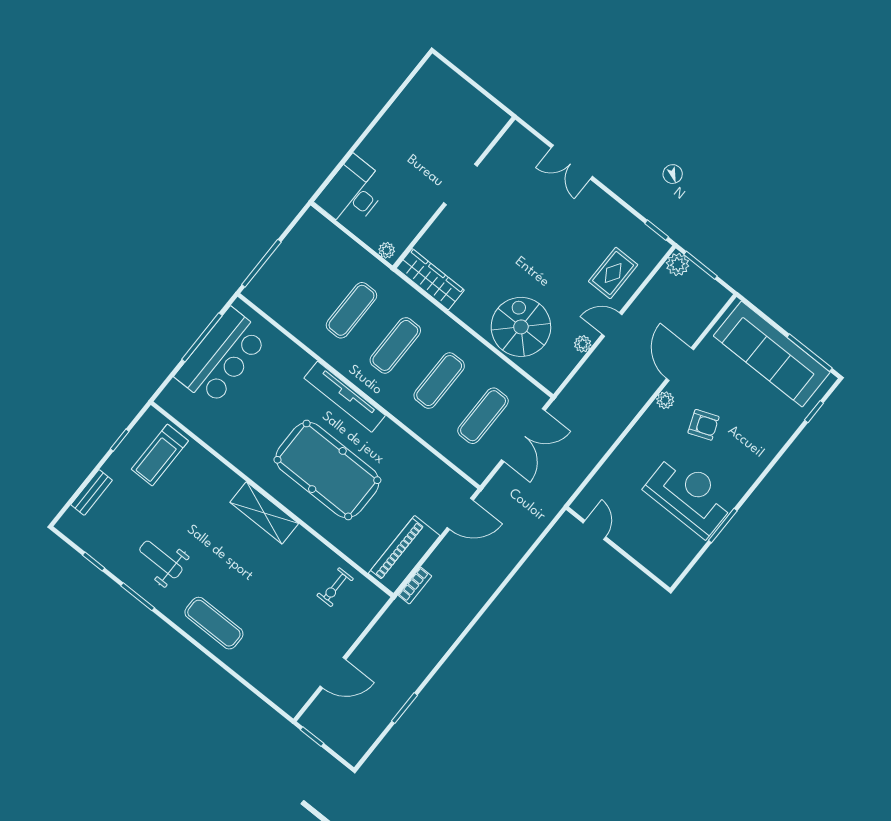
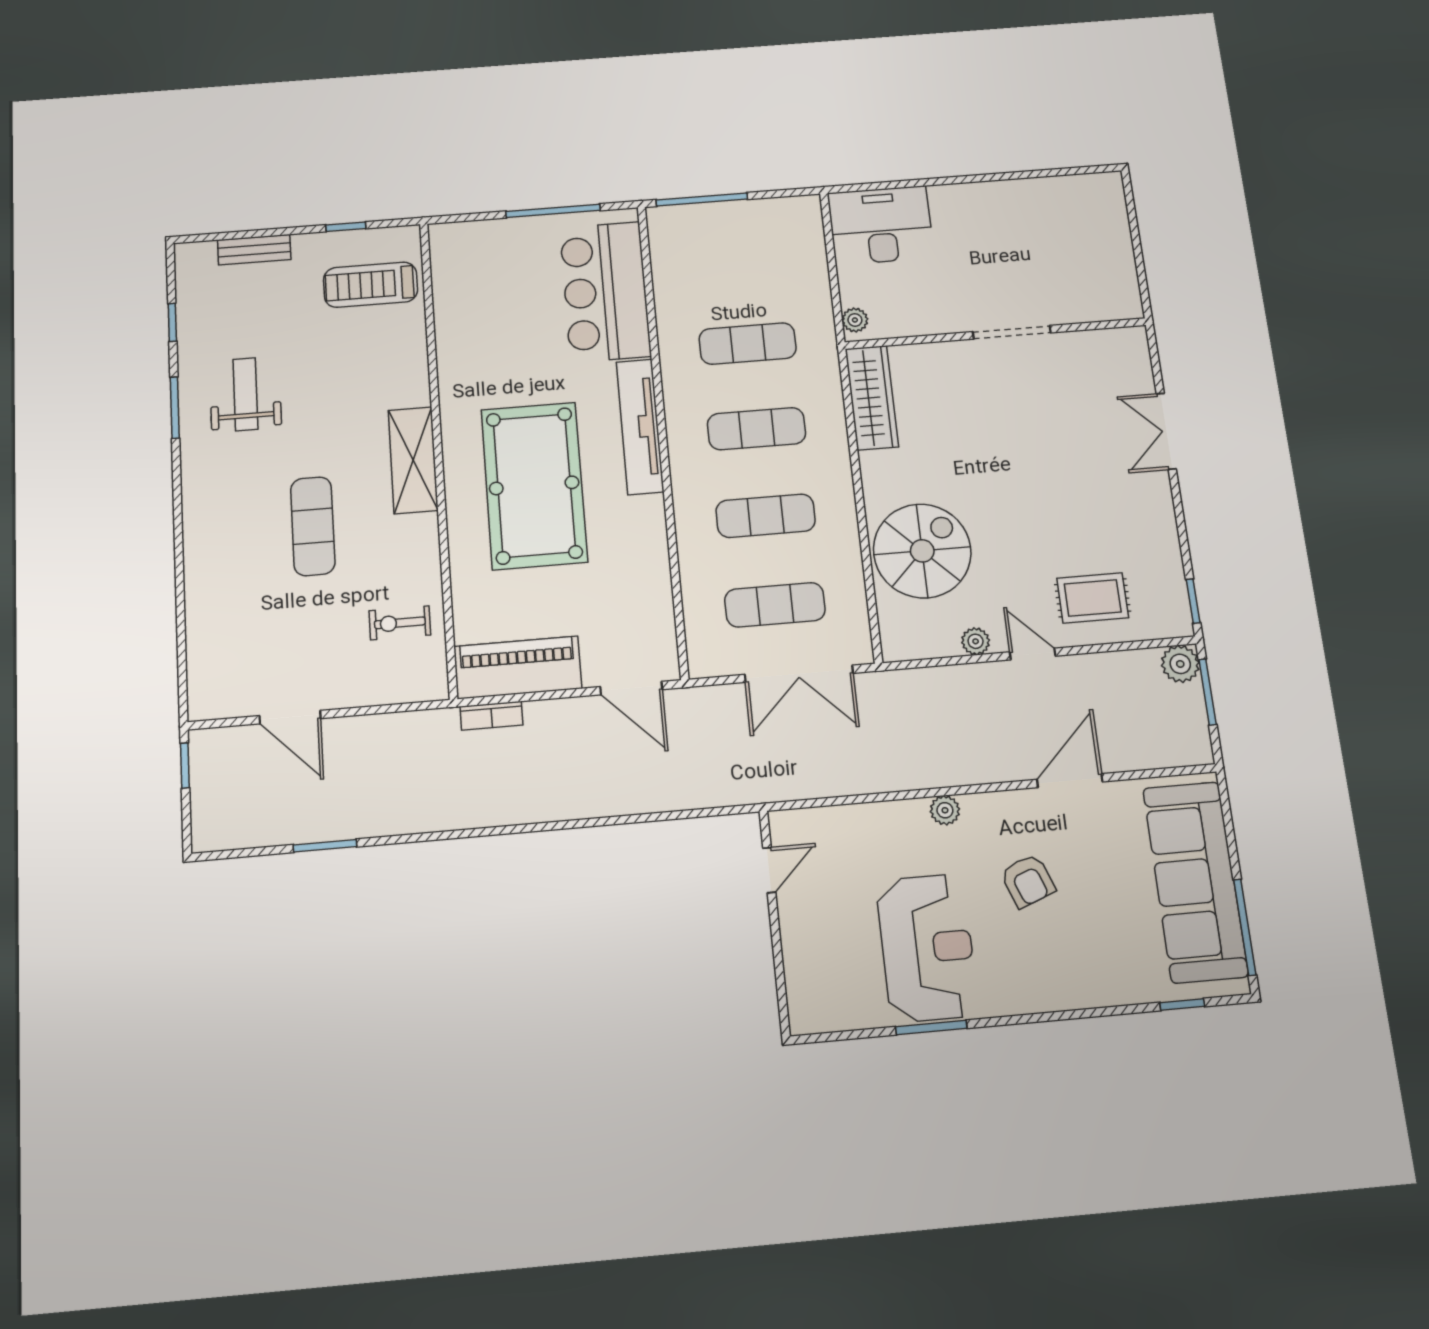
bar counter: (222, 357) -> (605, 292), moved, turned 90
plant: (665, 400) -> (945, 810), moved
exercise mat: (214, 623) -> (313, 526), moved

